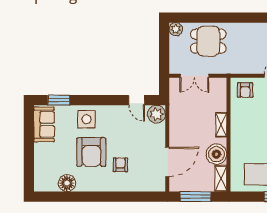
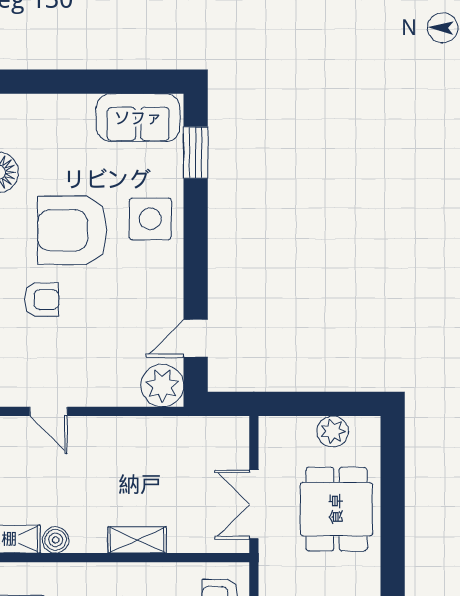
plant: (176, 29) -> (333, 431), moved
double door: (194, 76) -> (254, 504), moved
boiler: (216, 154) -> (56, 540), width x0.54, depth x0.54
door: (167, 162) -> (48, 411), width x0.53

